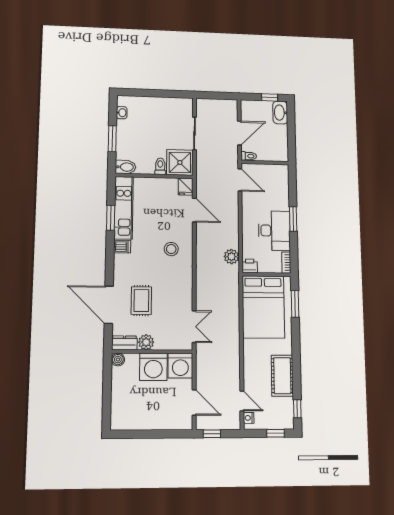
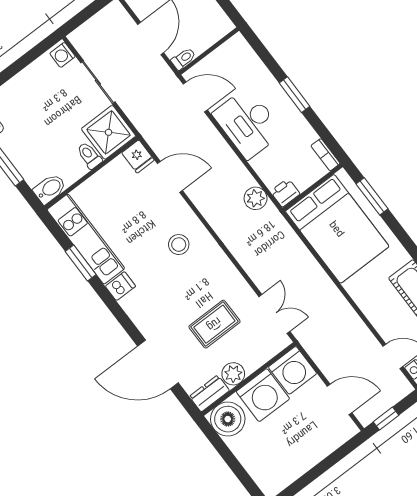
washing machine: (187, 106) -> (63, 55), added
desk: (274, 231) -> (248, 123), moved, turned 180
rug: (141, 301) -> (214, 324), moved, turned 90
boiler: (118, 360) -> (228, 419), width x1.86, depth x1.86

